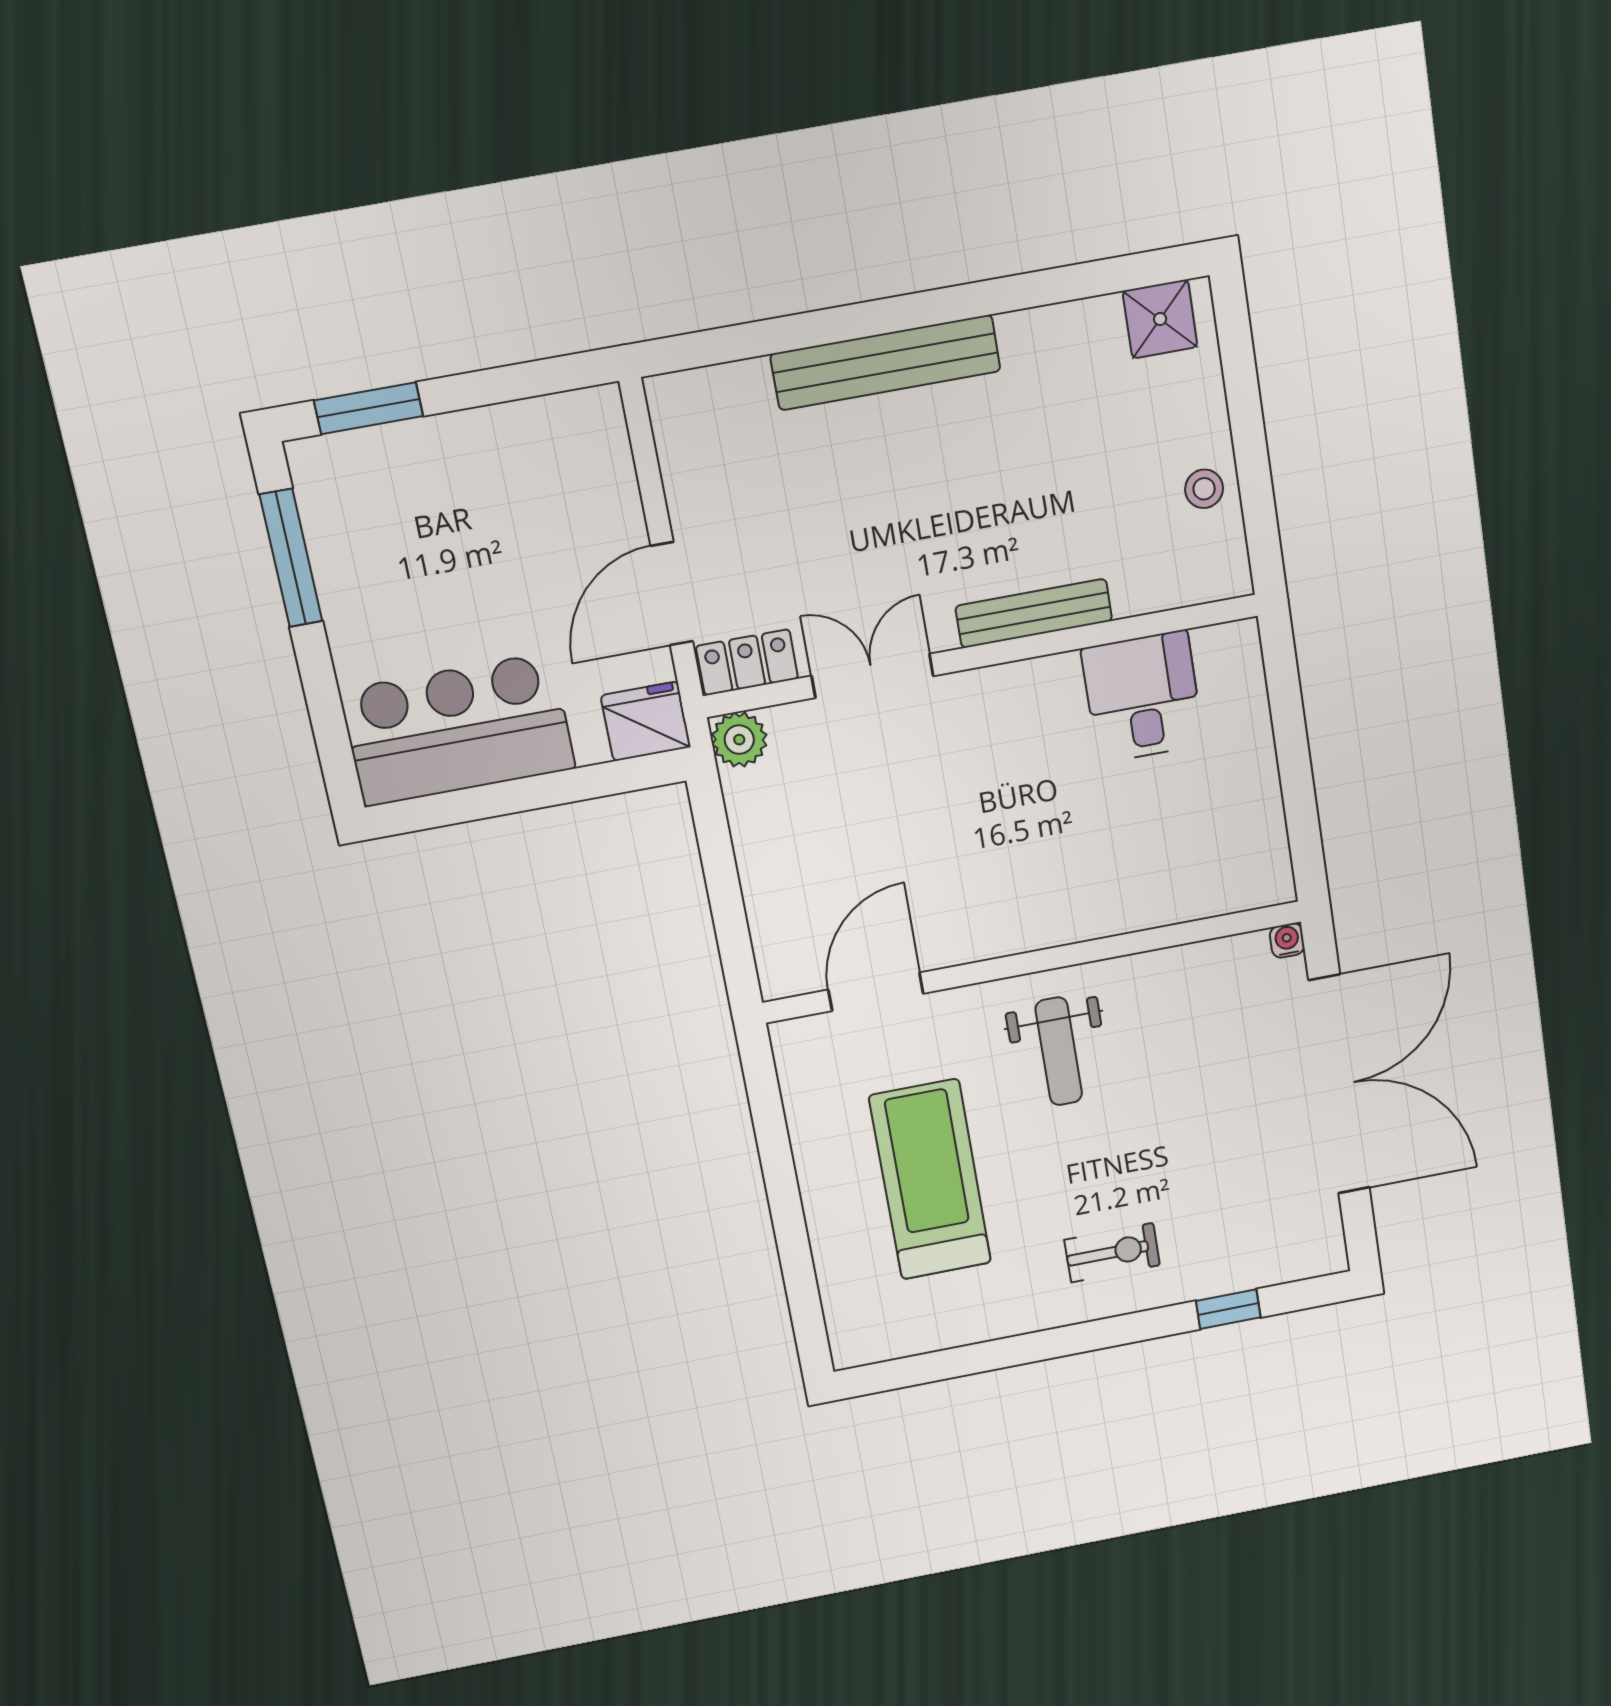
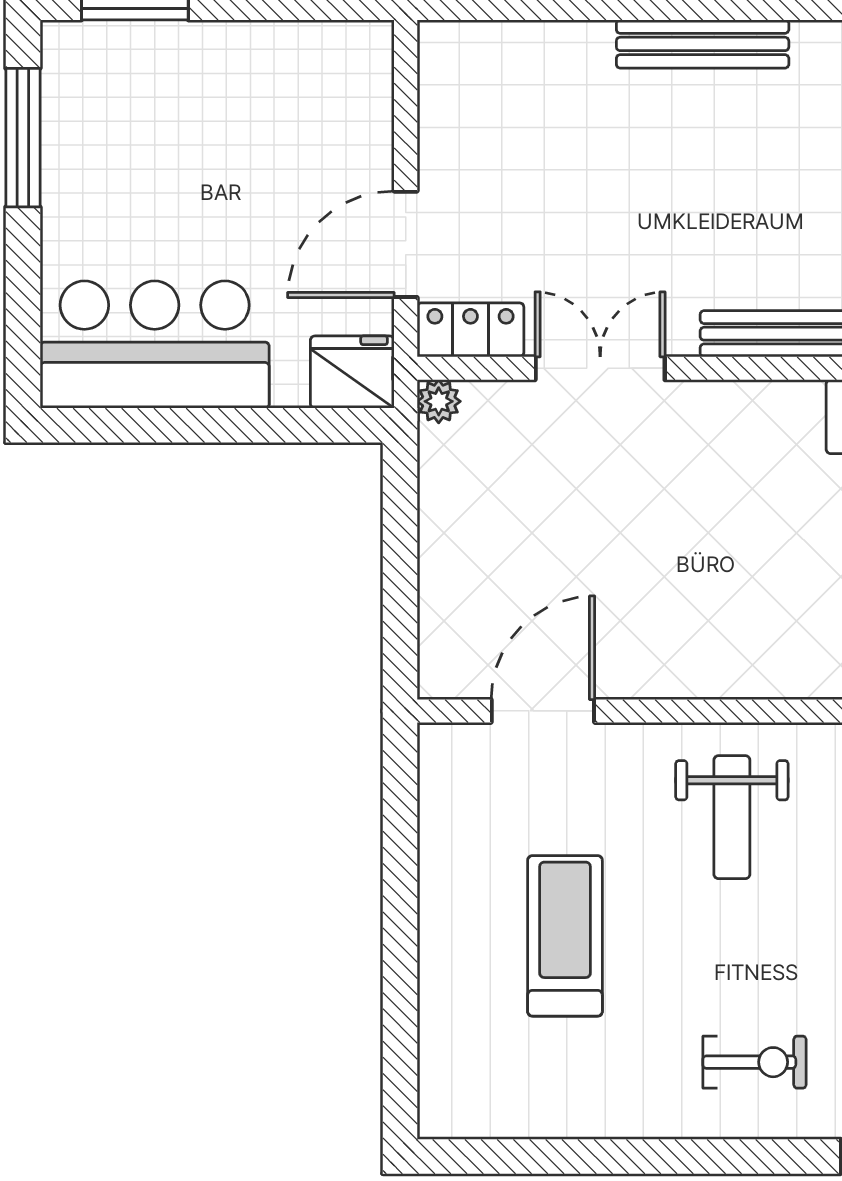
bench: (886, 363) -> (703, 44), width x0.73, depth x0.82
plant: (739, 740) -> (439, 401), width x0.73, depth x0.73
treadmill: (930, 1180) -> (565, 936), width x0.73, depth x0.73

